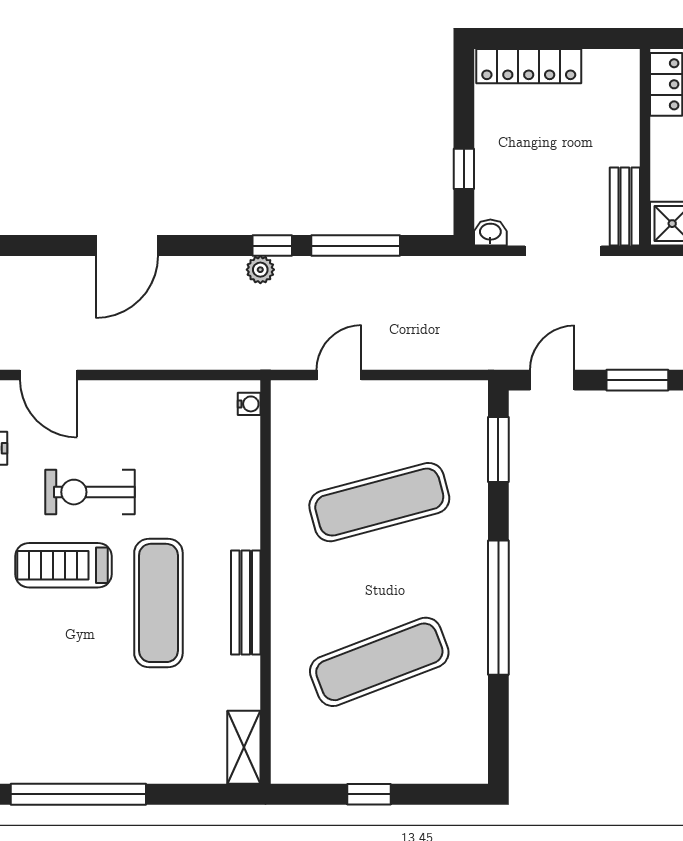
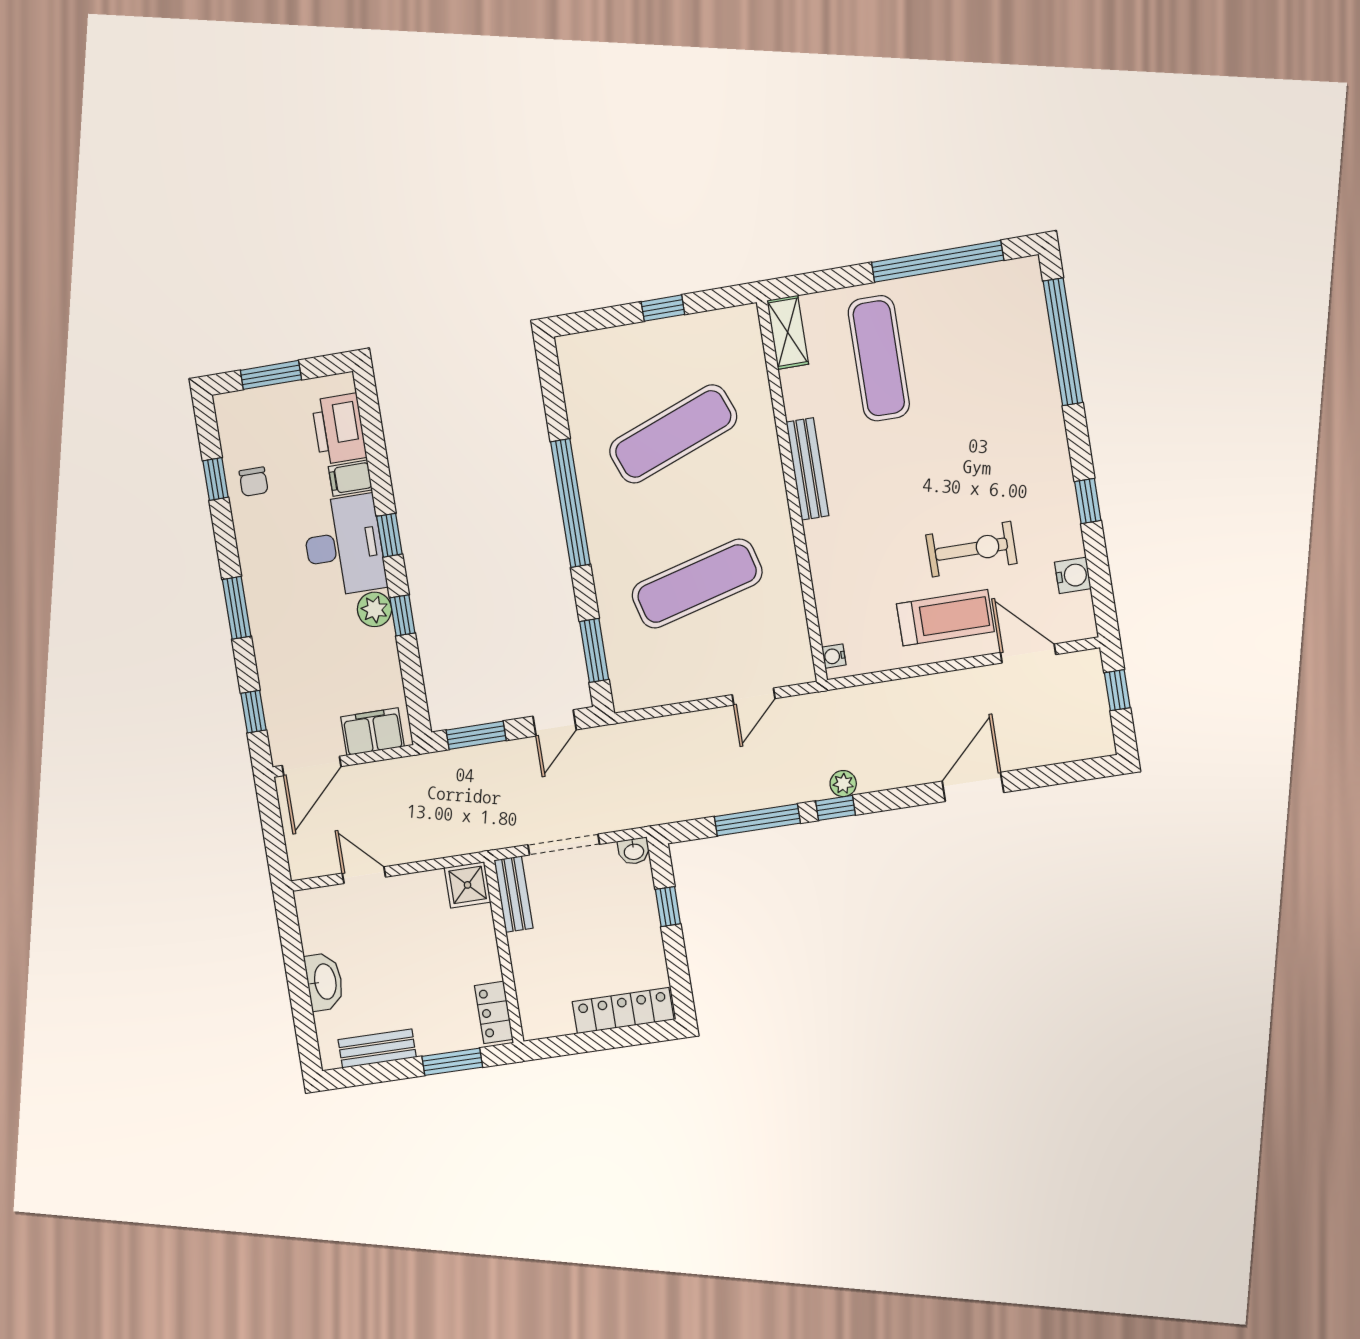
treadmill: (63, 565) -> (945, 618), moved
exercise mat: (158, 603) -> (879, 358), moved

